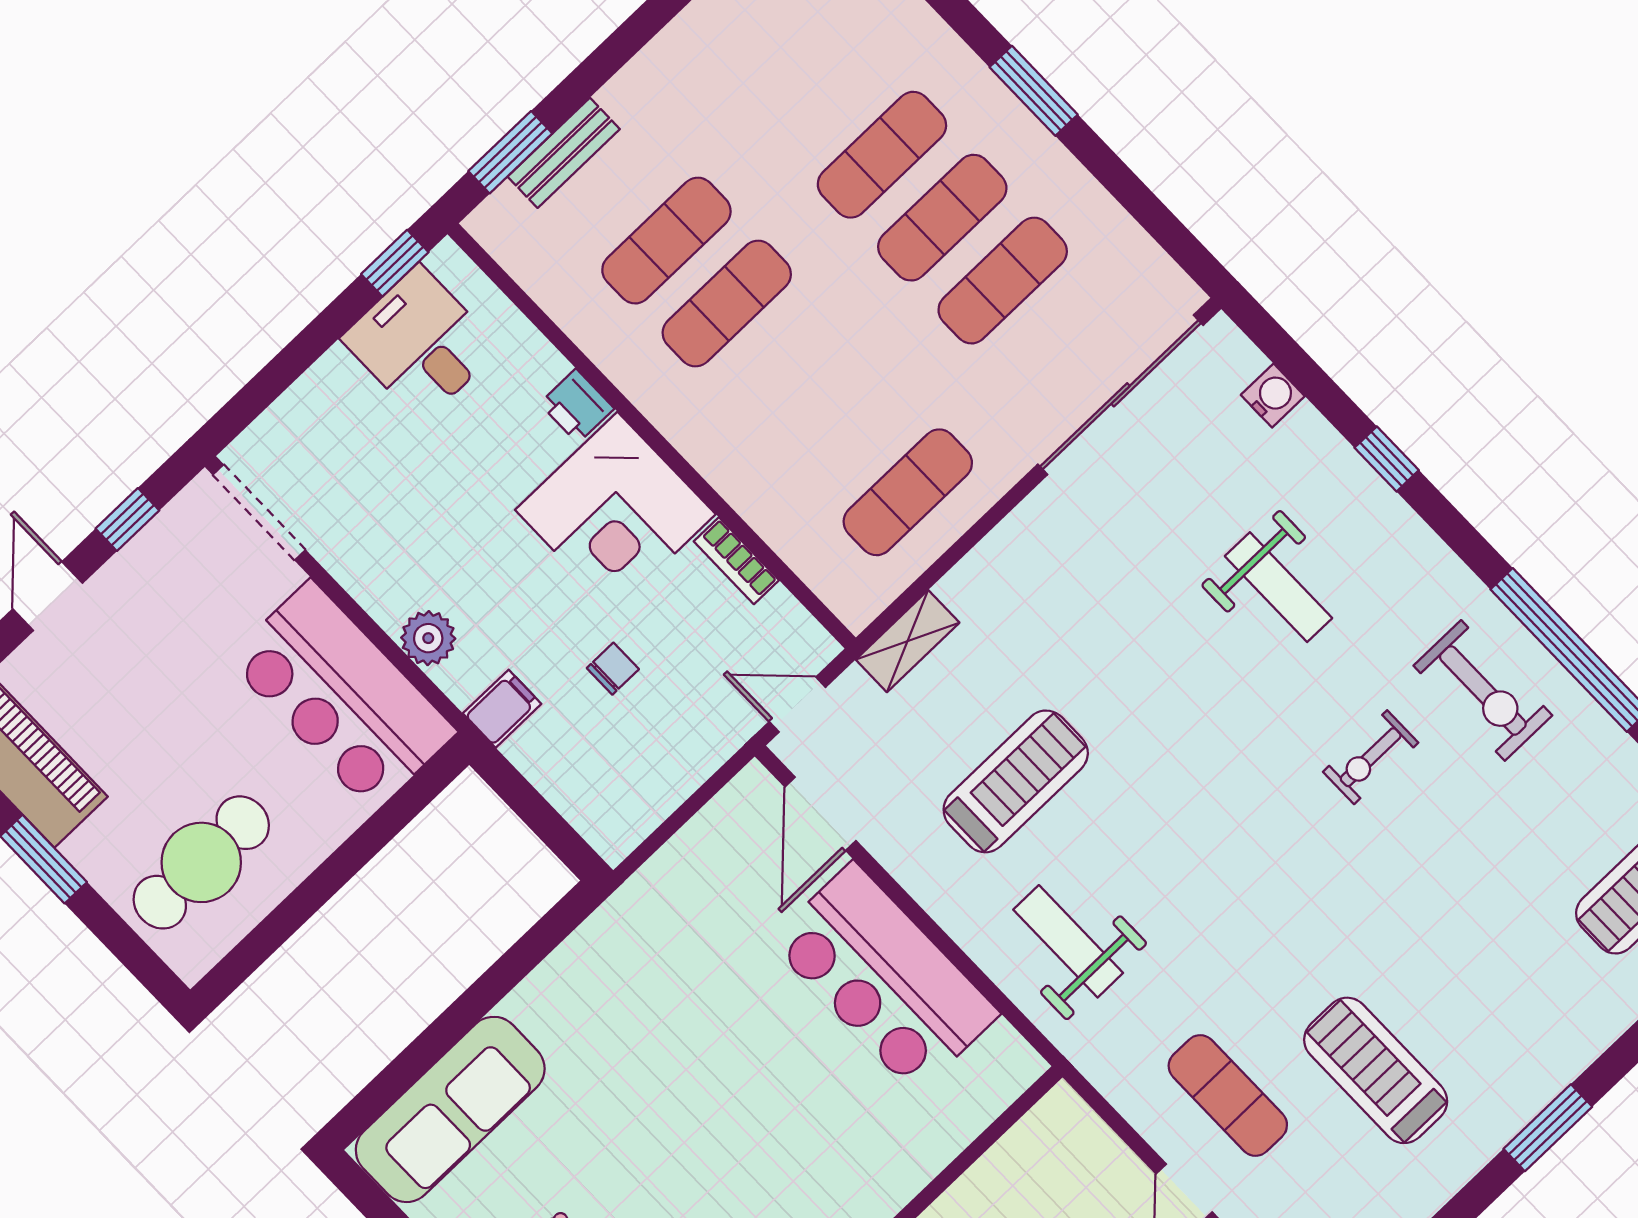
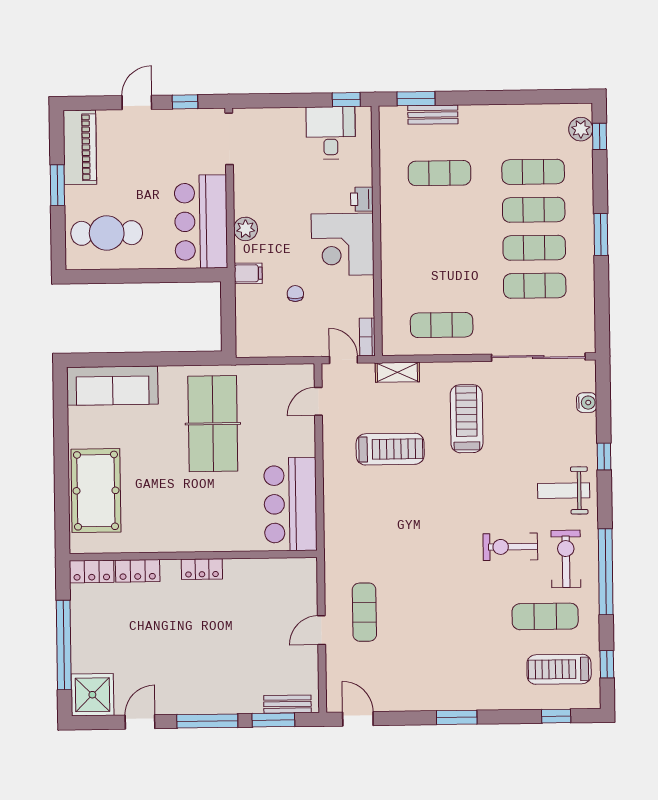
exercise mat: (727, 304) -> (533, 172), moved
bookcase: (736, 561) -> (367, 337), moved
weight bench: (1278, 587) -> (564, 491), moved, turned 90
chair: (613, 669) -> (295, 294), turned -90
exercise bike: (1483, 690) -> (566, 559), turned 180
exercise bike: (1371, 757) -> (510, 547), width x1.38, depth x1.39
door: (820, 814) -> (318, 401), width x0.73
exercise mat: (1538, 820) -> (545, 616), added
weight bench: (1068, 941) -> (359, 516), removed
bar counter: (884, 978) -> (290, 504), moved
table tennis table: (678, 1016) -> (213, 424), added
treadmill: (1376, 1070) -> (467, 419), moved

